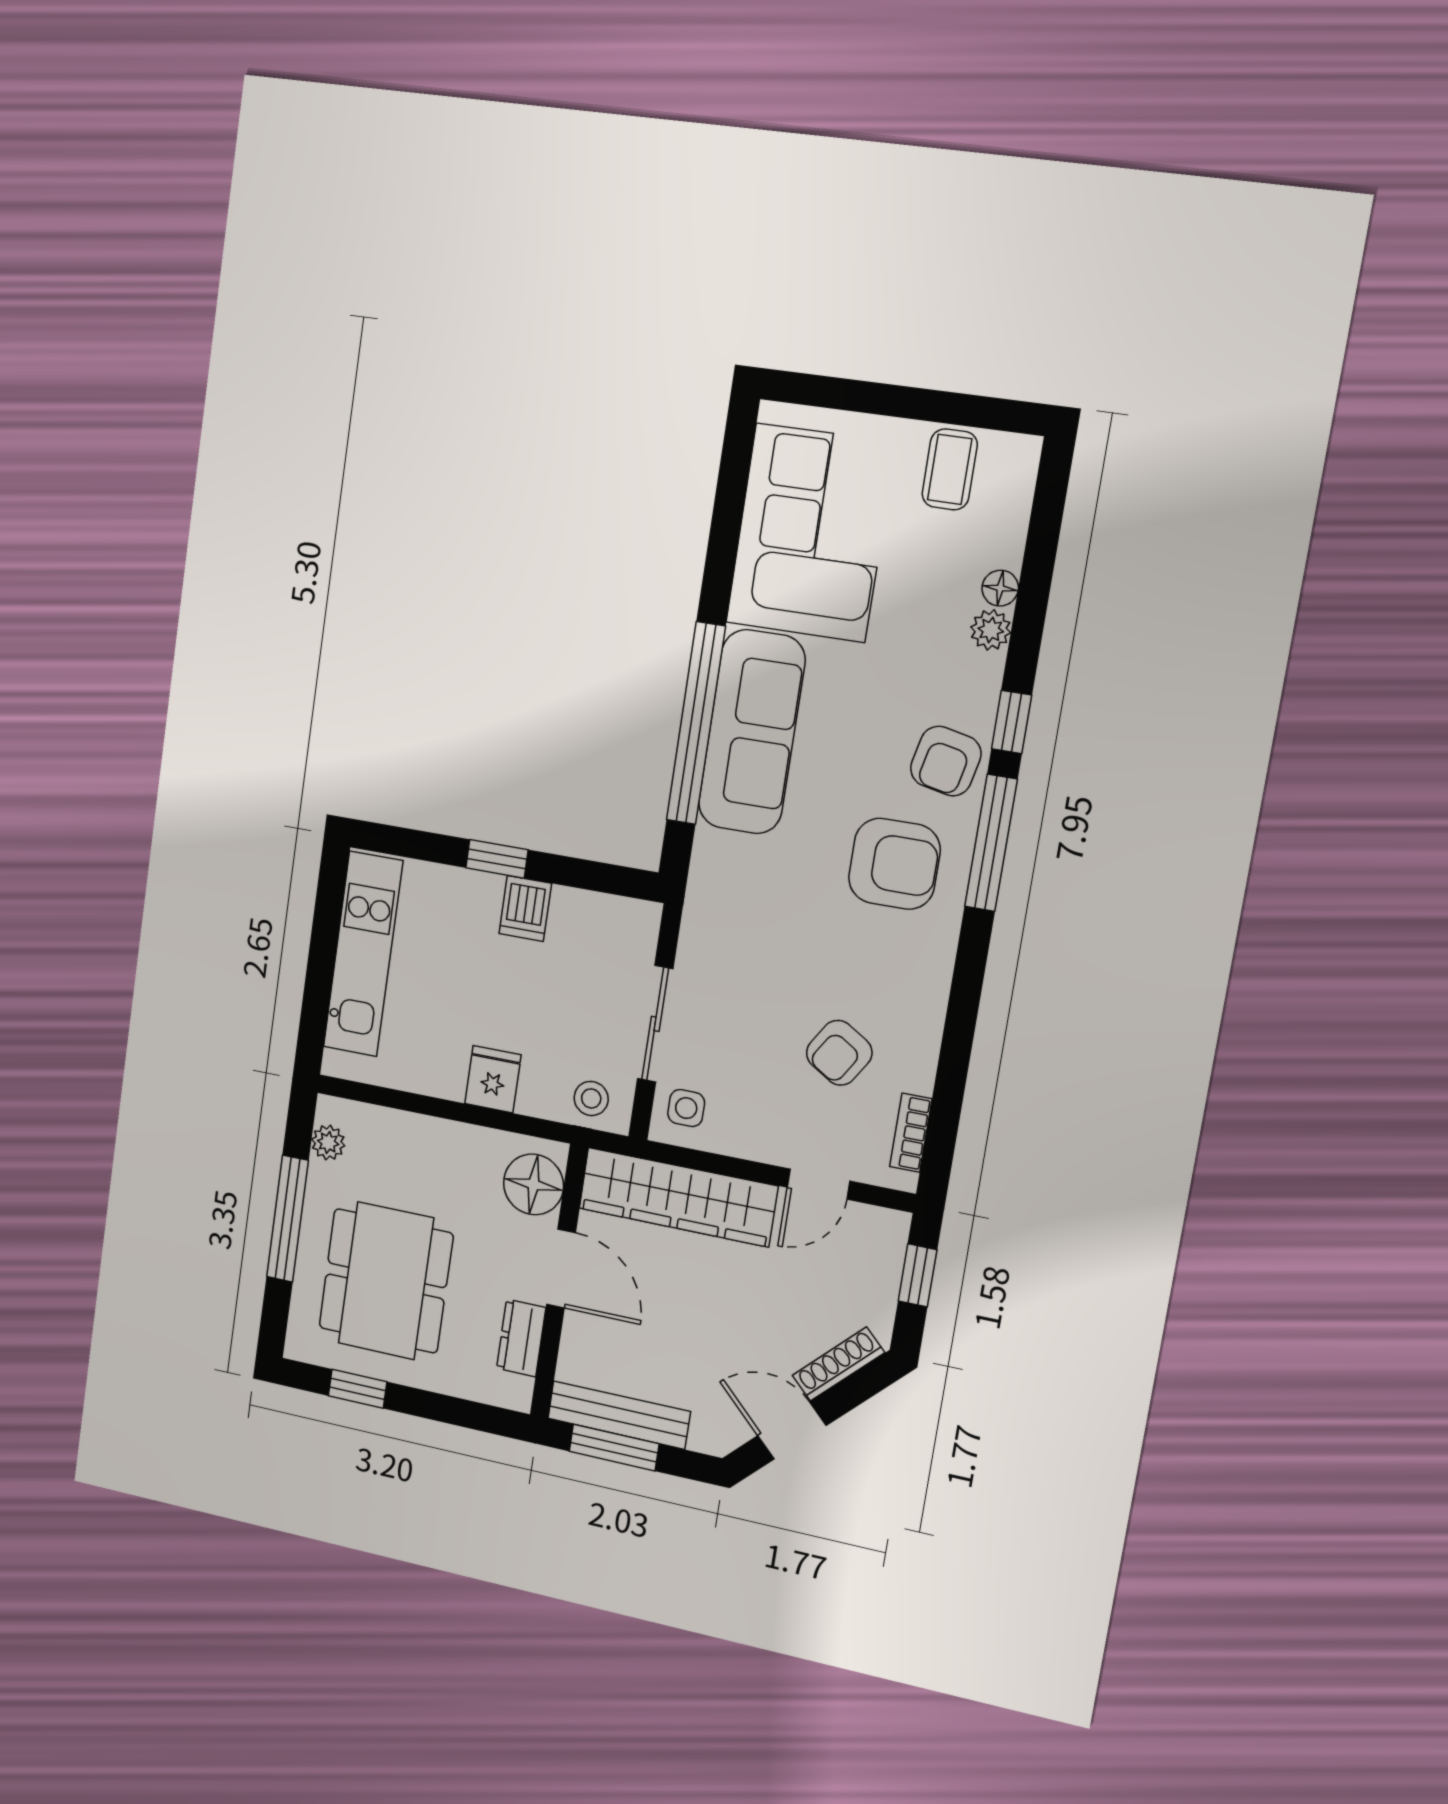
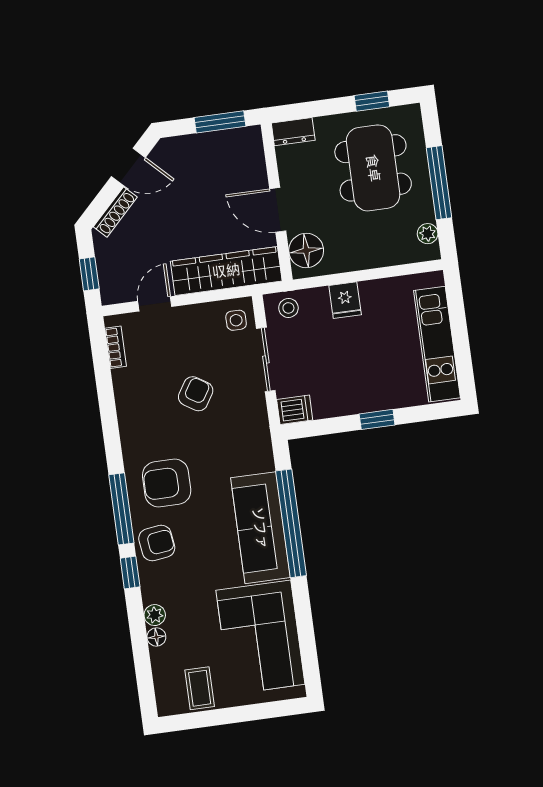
armchair: (946, 761) -> (157, 543), turned 71
dishwasher: (525, 908) -> (295, 410), moved, turned 90
armchair: (839, 1053) -> (196, 394), moved
dresser: (521, 1338) -> (293, 132), moved, turned 90
bench: (619, 1415) -> (223, 141), removed

